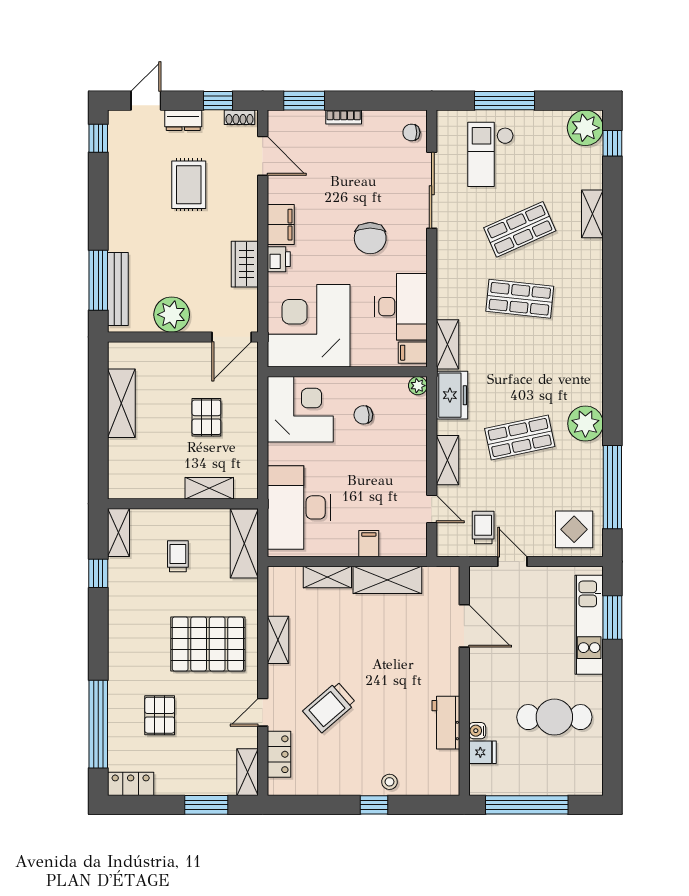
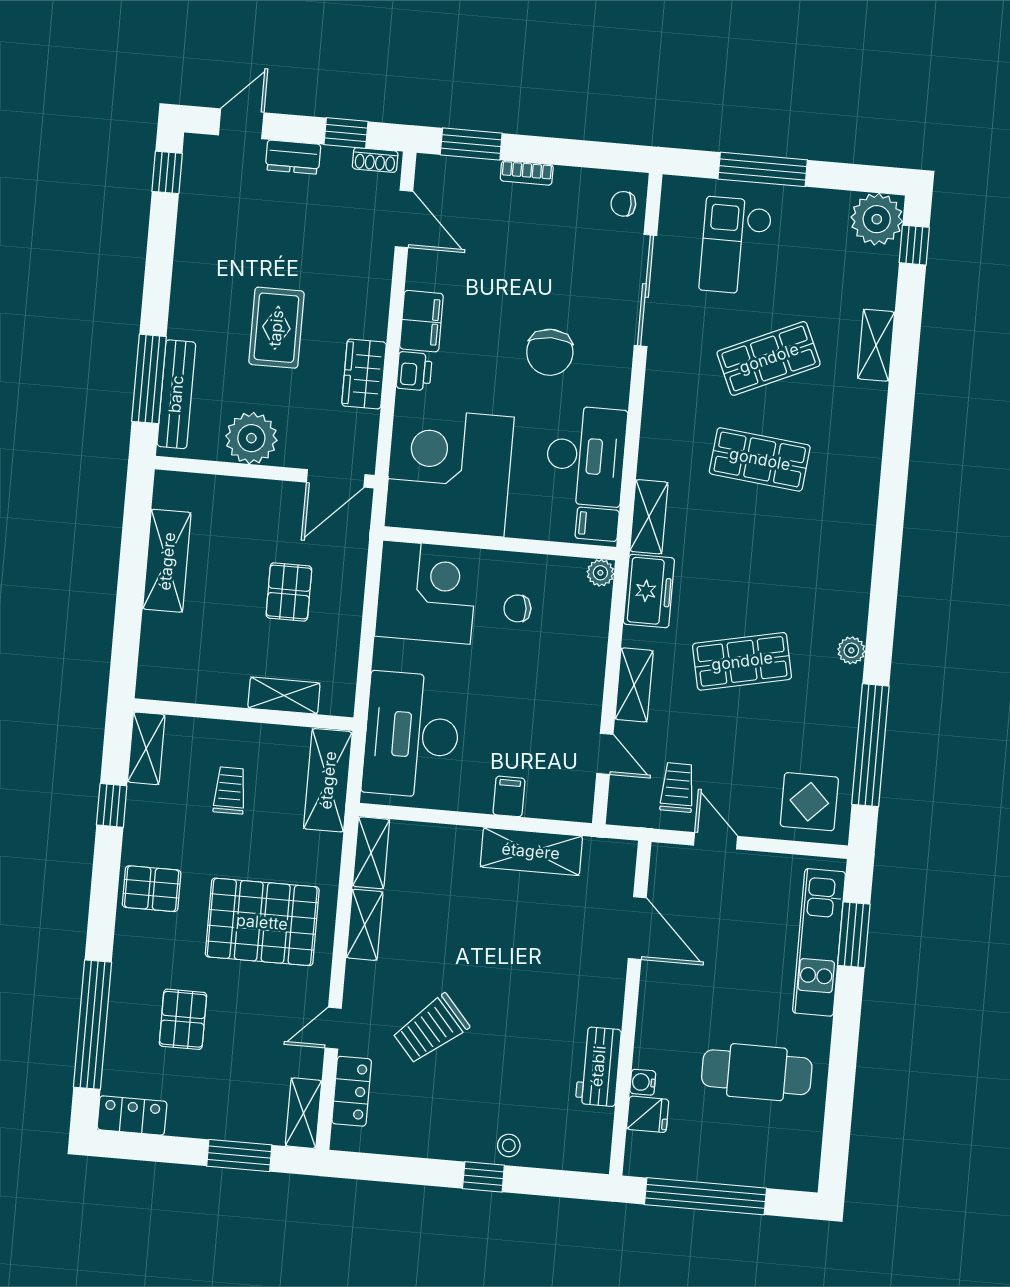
rug: (189, 185) -> (276, 328), moved
plant: (585, 424) -> (851, 650), width x0.53, depth x0.53
shelving: (327, 577) -> (371, 853), moved, turned 90
pallet: (130, 628) -> (152, 889), added

